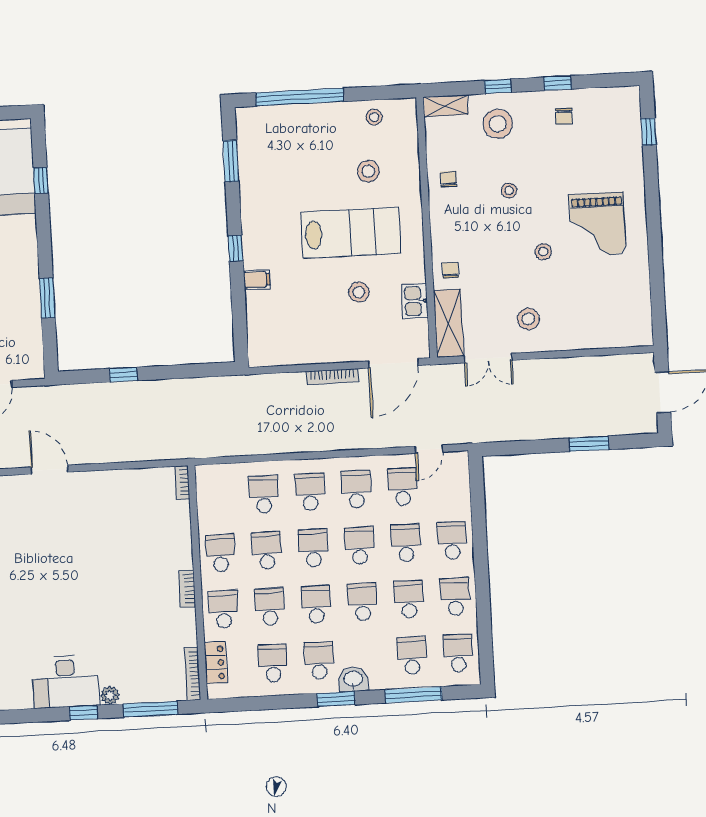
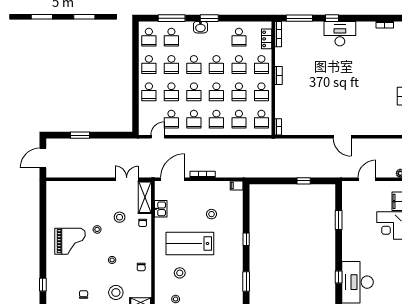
grand piano: (598, 224) -> (70, 241), turned 90
filing cabinet: (257, 280) -> (237, 186), moved
stool: (359, 292) -> (211, 214), moved
stool: (528, 319) -> (120, 217), moved
school desk: (319, 661) -> (261, 119), moved
plant: (110, 695) -> (319, 26), removed

